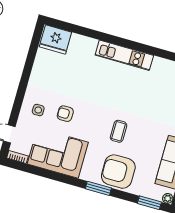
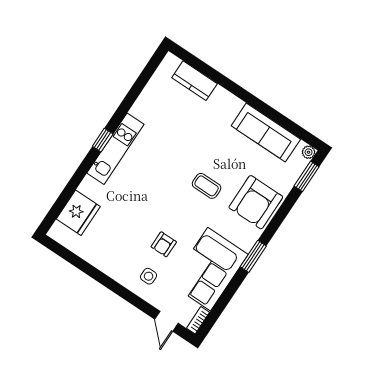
fridge: (55, 40) -> (78, 213), moved
window: (128, 44) -> (103, 140), added
window: (98, 188) -> (253, 256), moved

